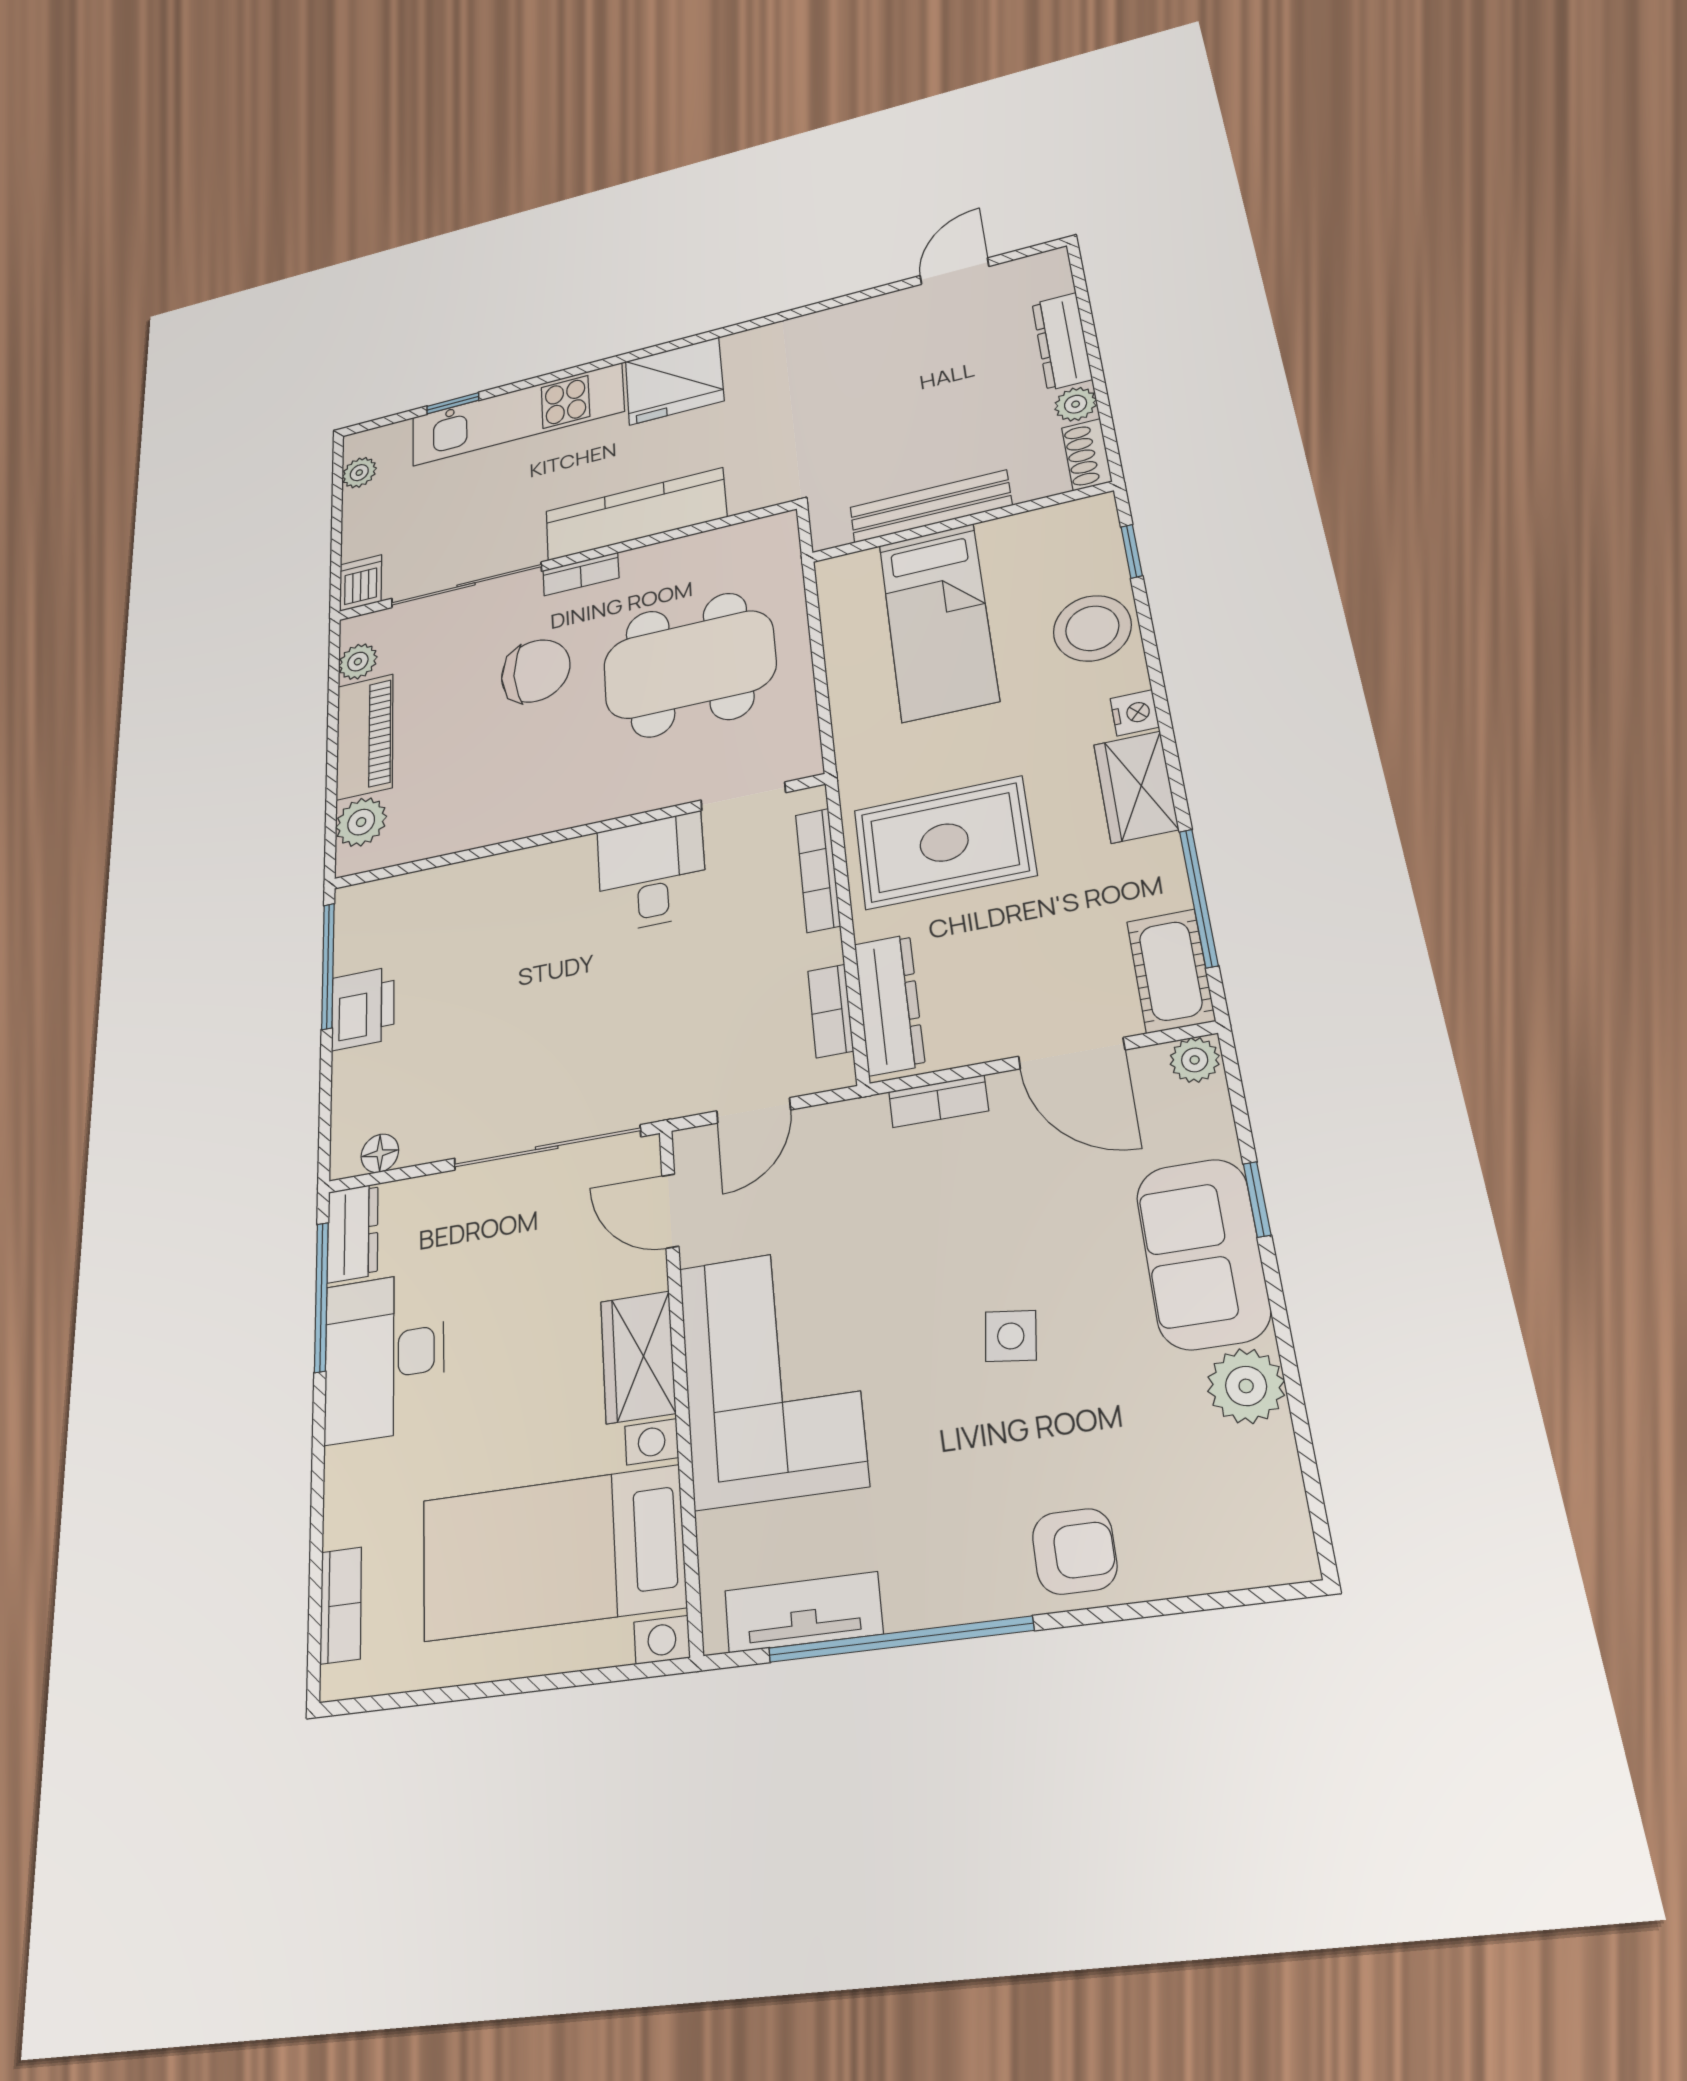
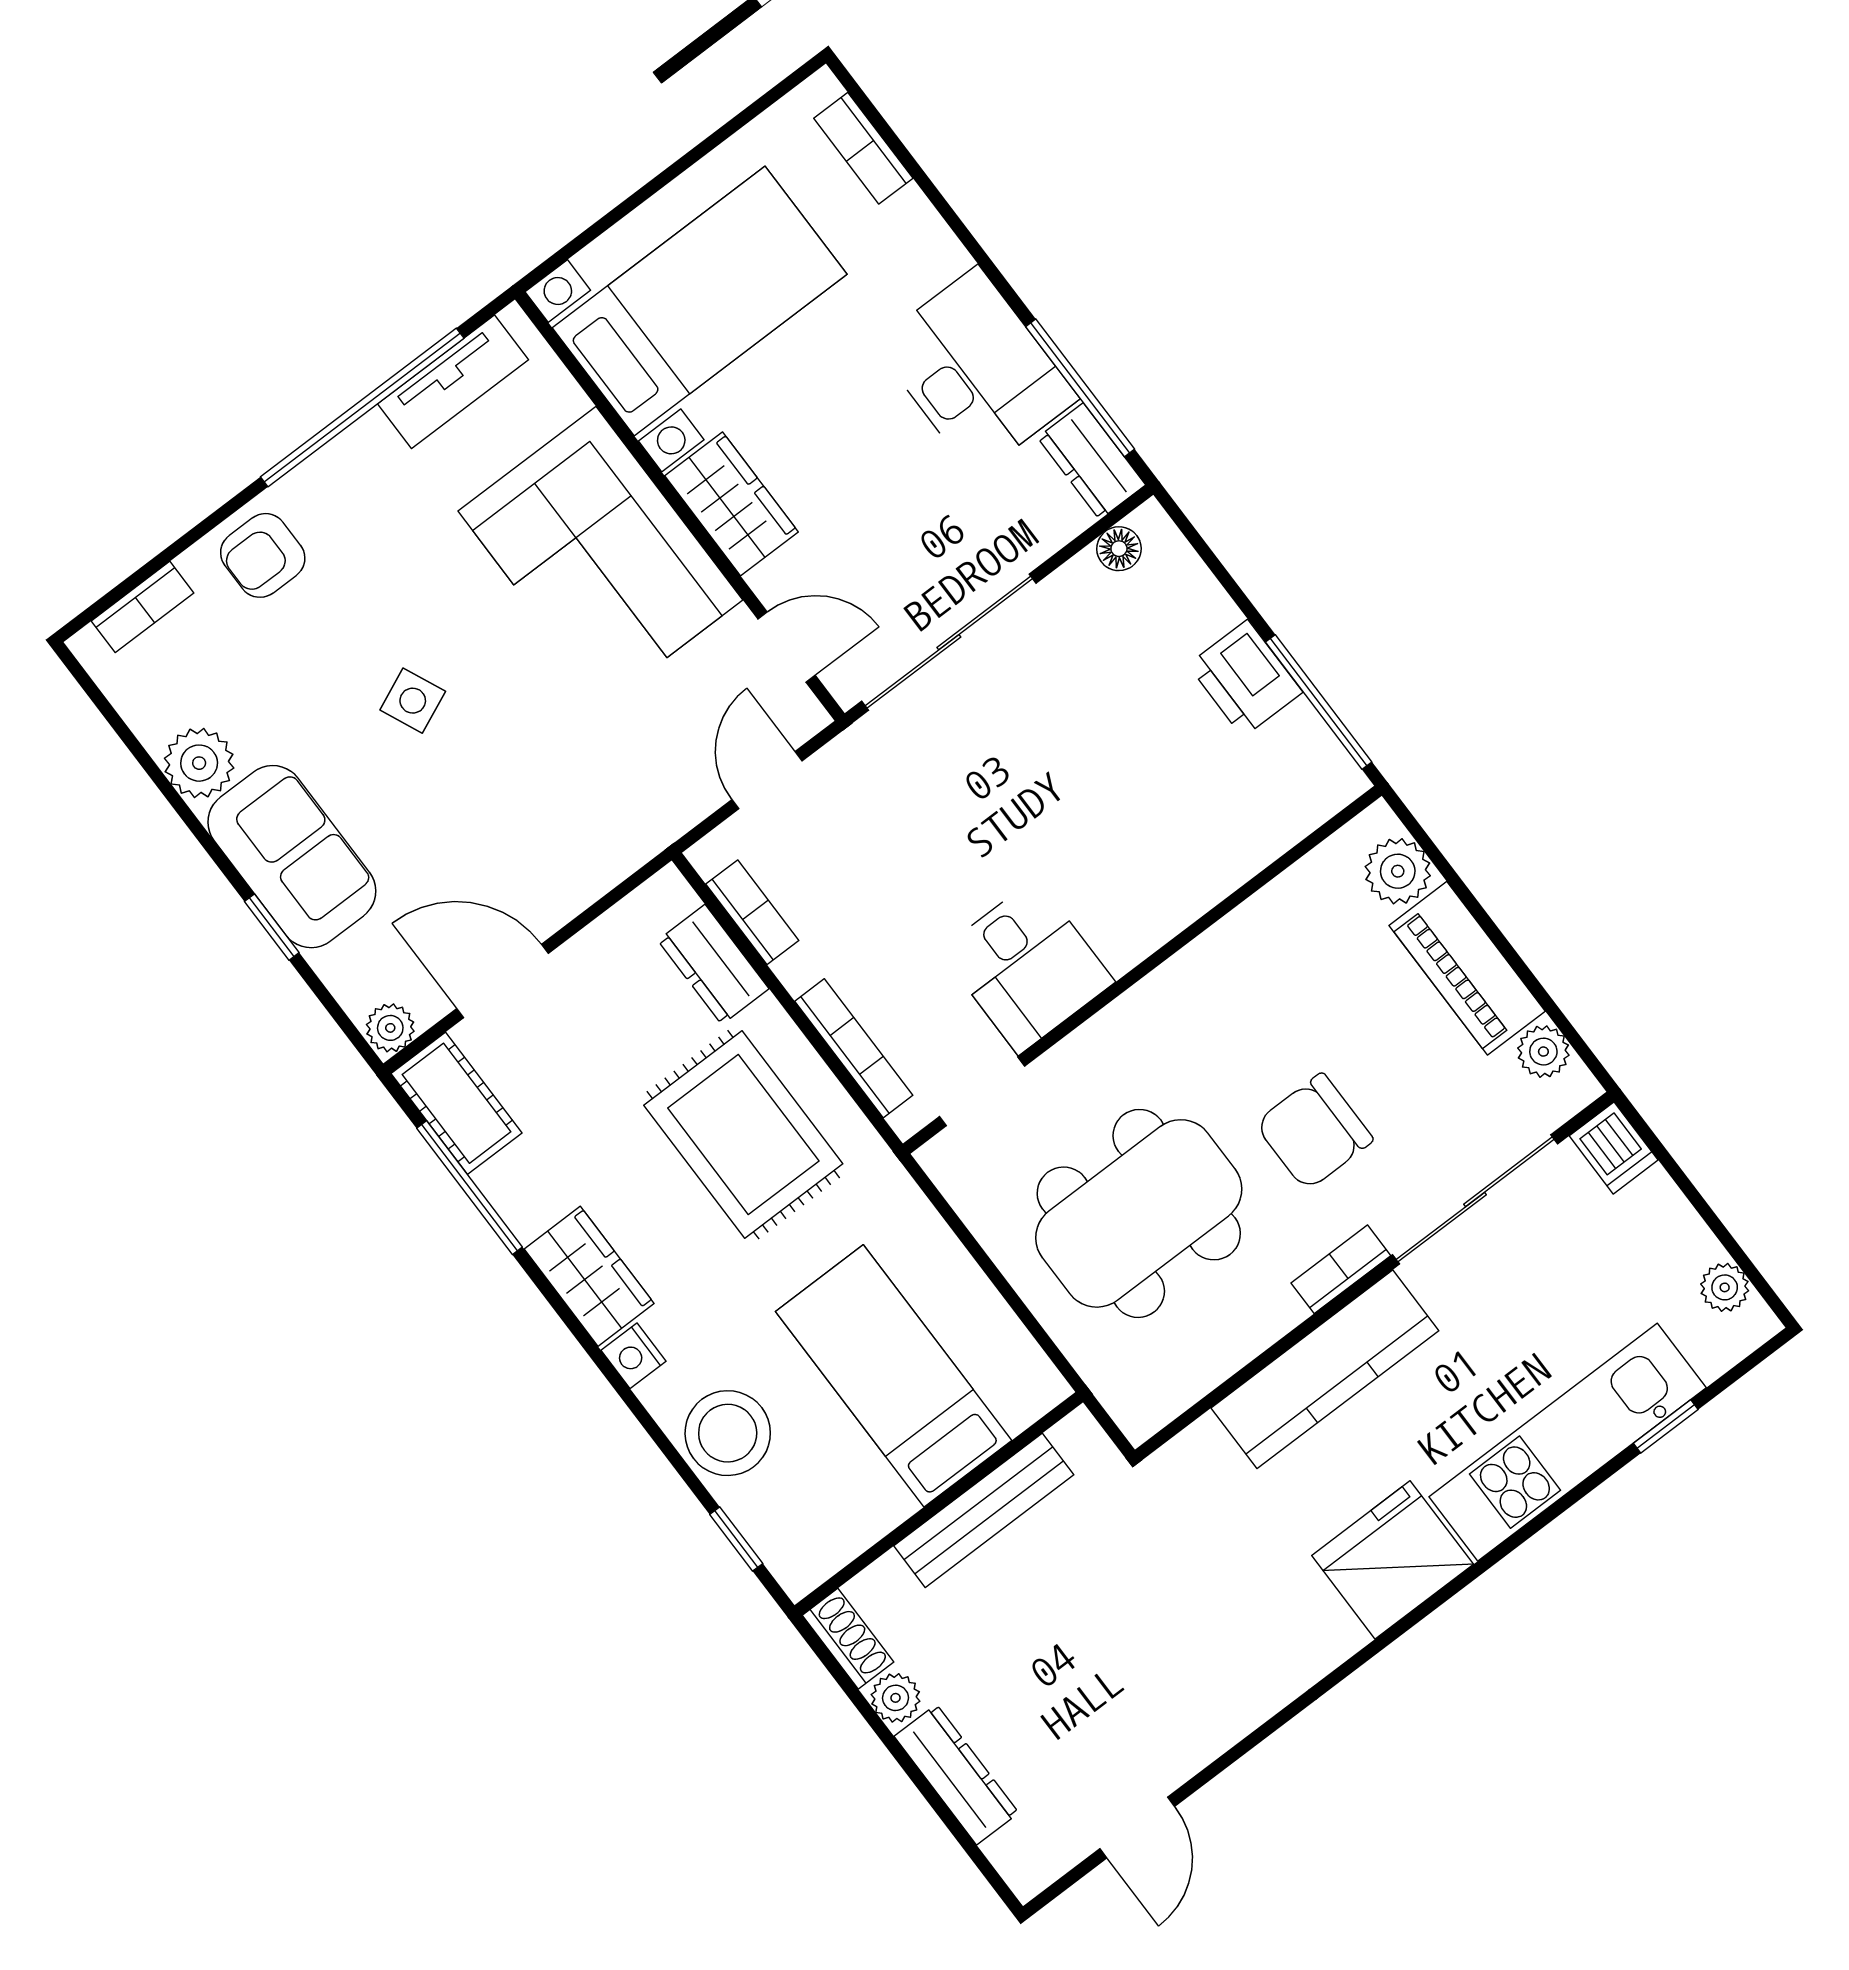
rug: (944, 843) -> (743, 1134), turned 90
dresser: (889, 1004) -> (713, 965), width x0.70
bookcase: (938, 1101) -> (143, 607), moved, turned 180
side table: (1011, 1336) -> (413, 701), turned -31

